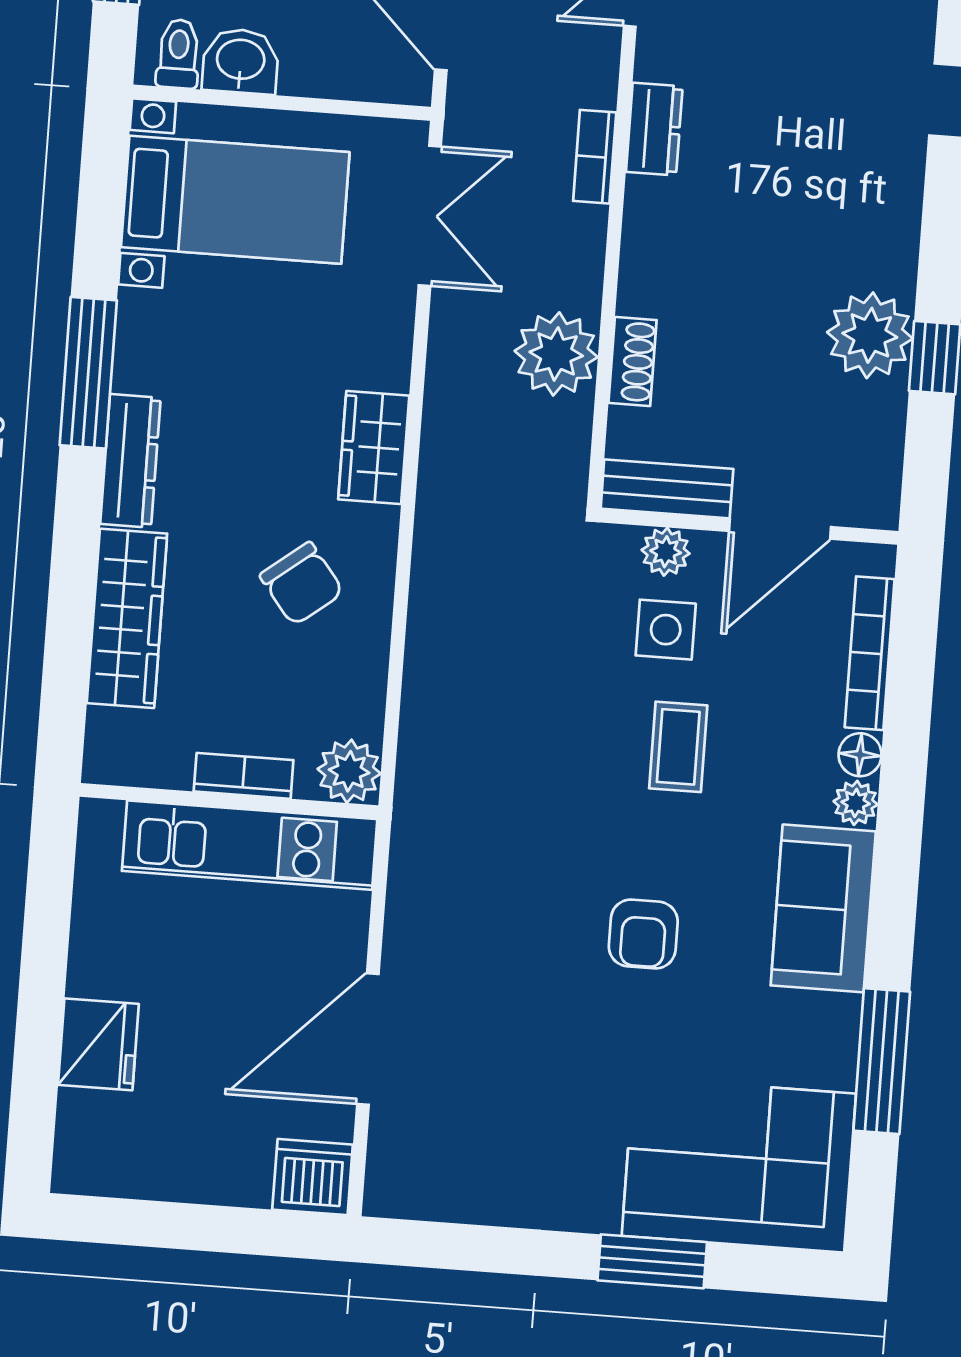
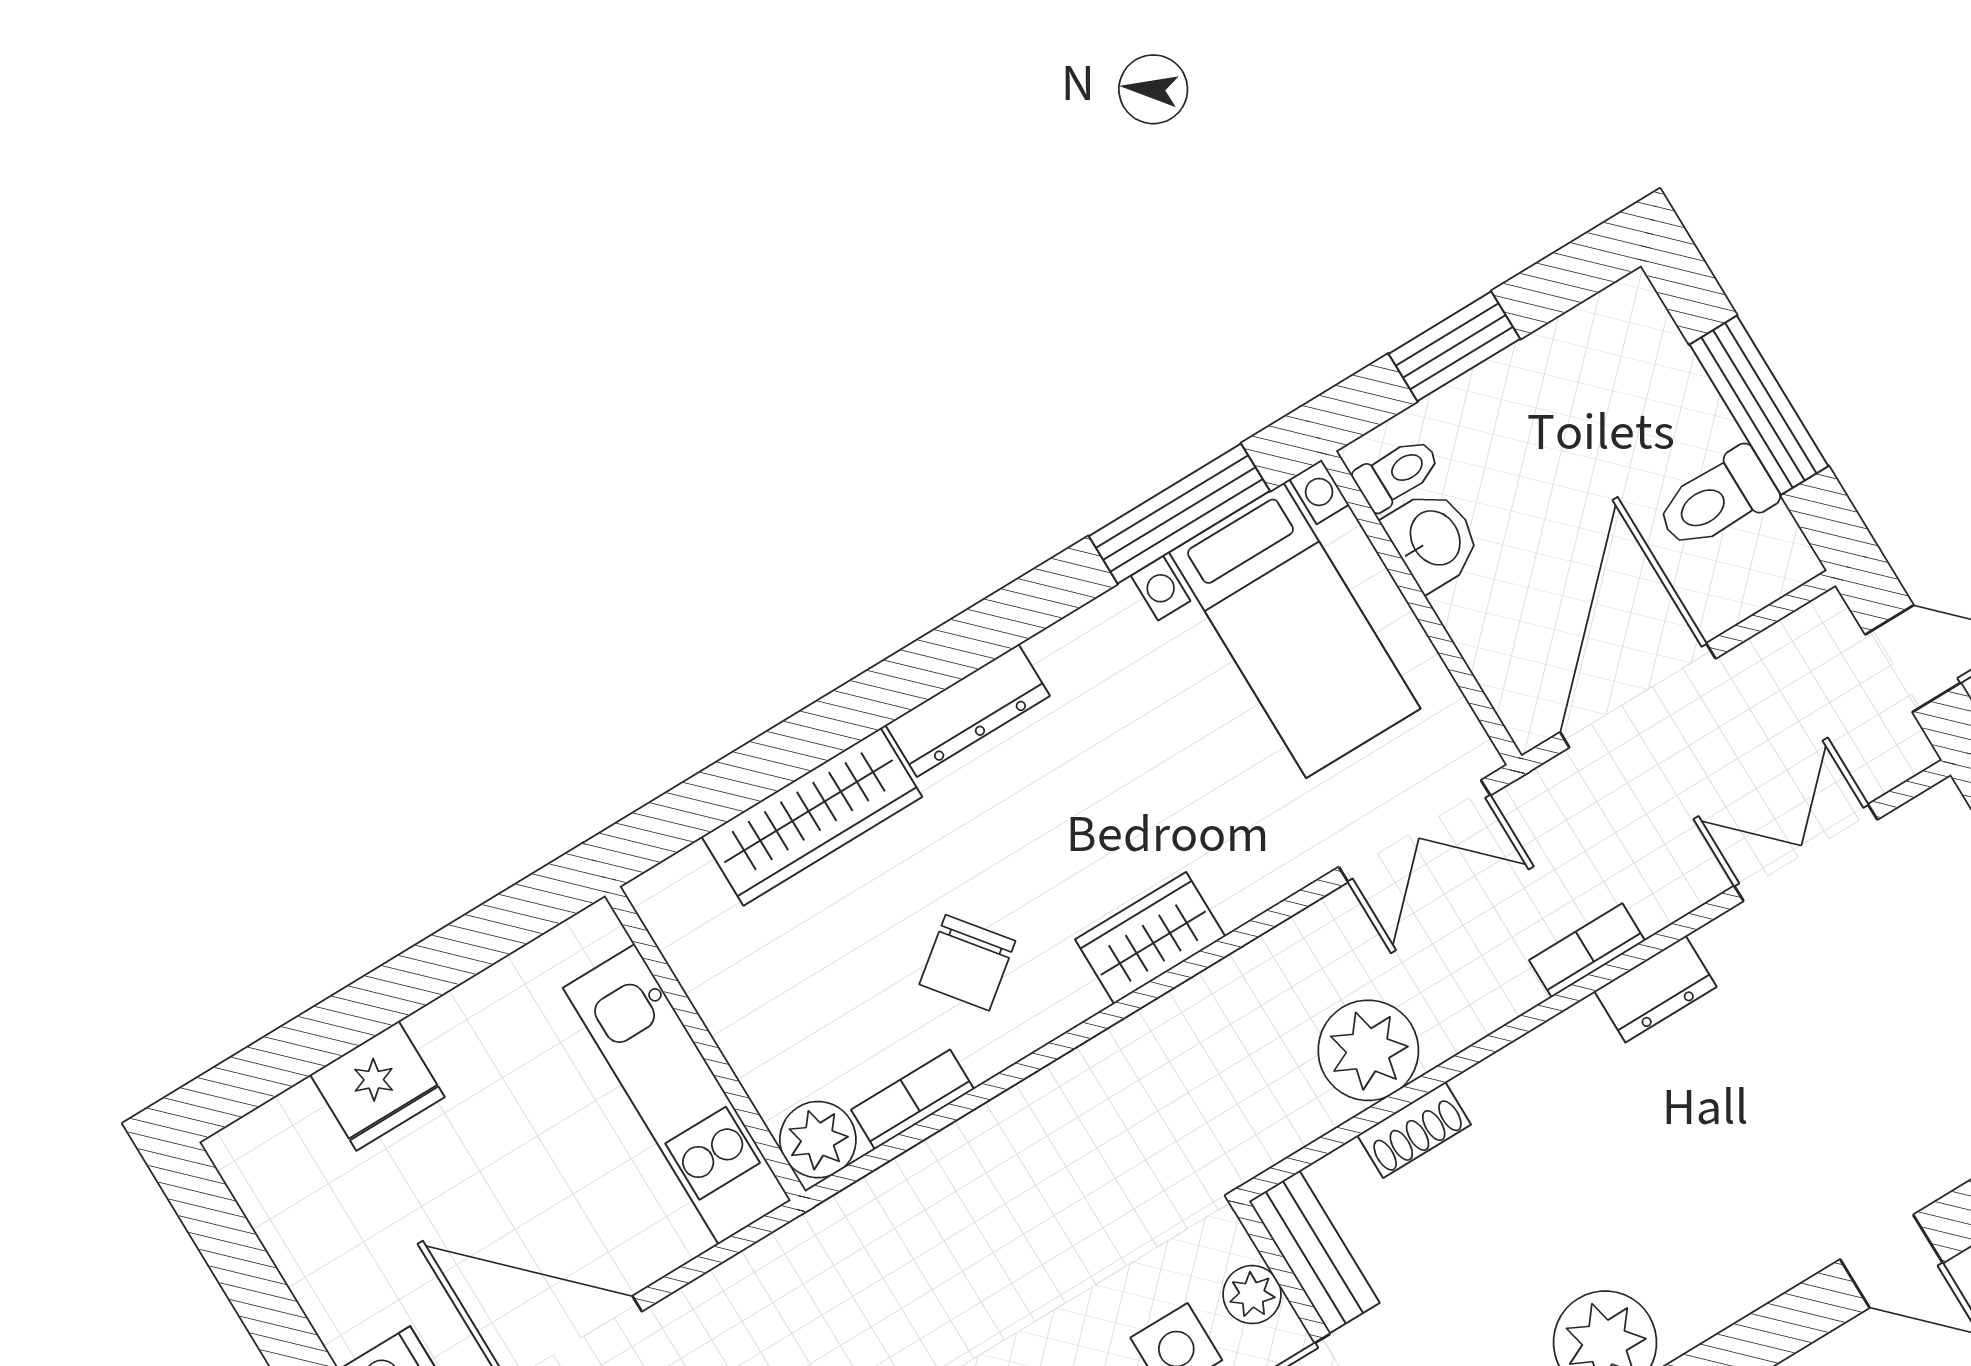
window: (88, 373) -> (1179, 514), moved
bookcase: (244, 776) -> (913, 1099), moved, turned -90

